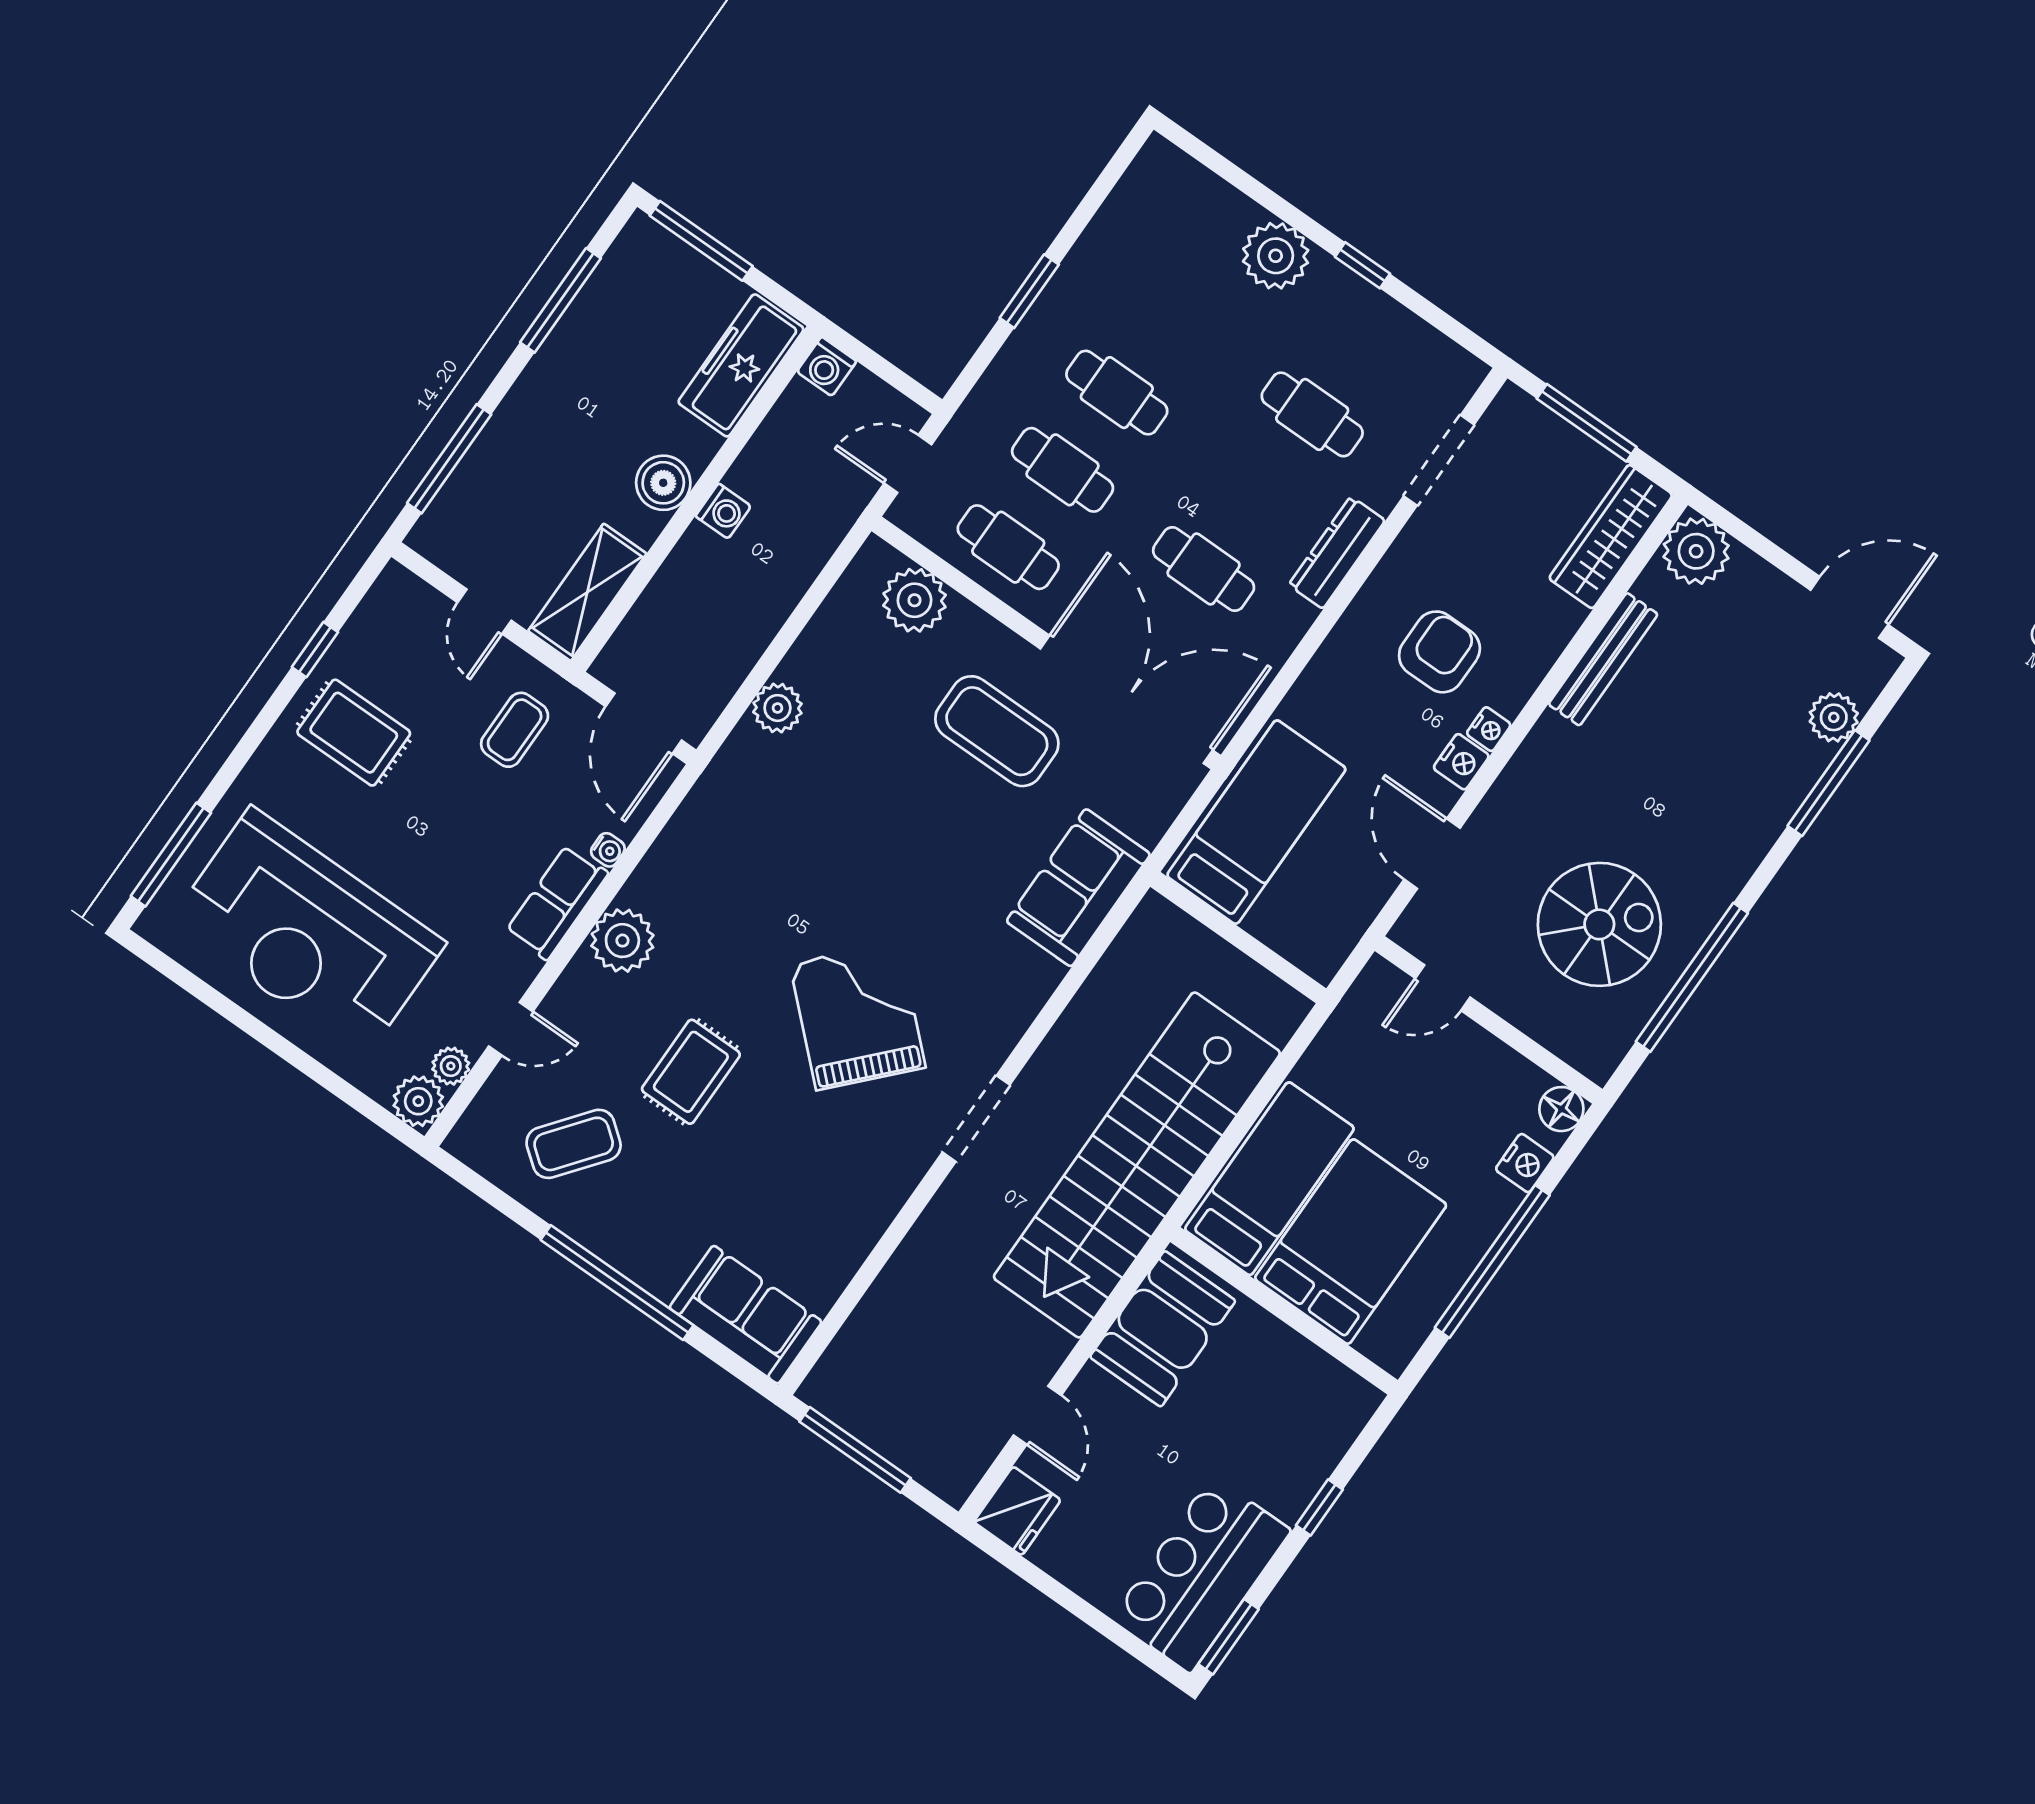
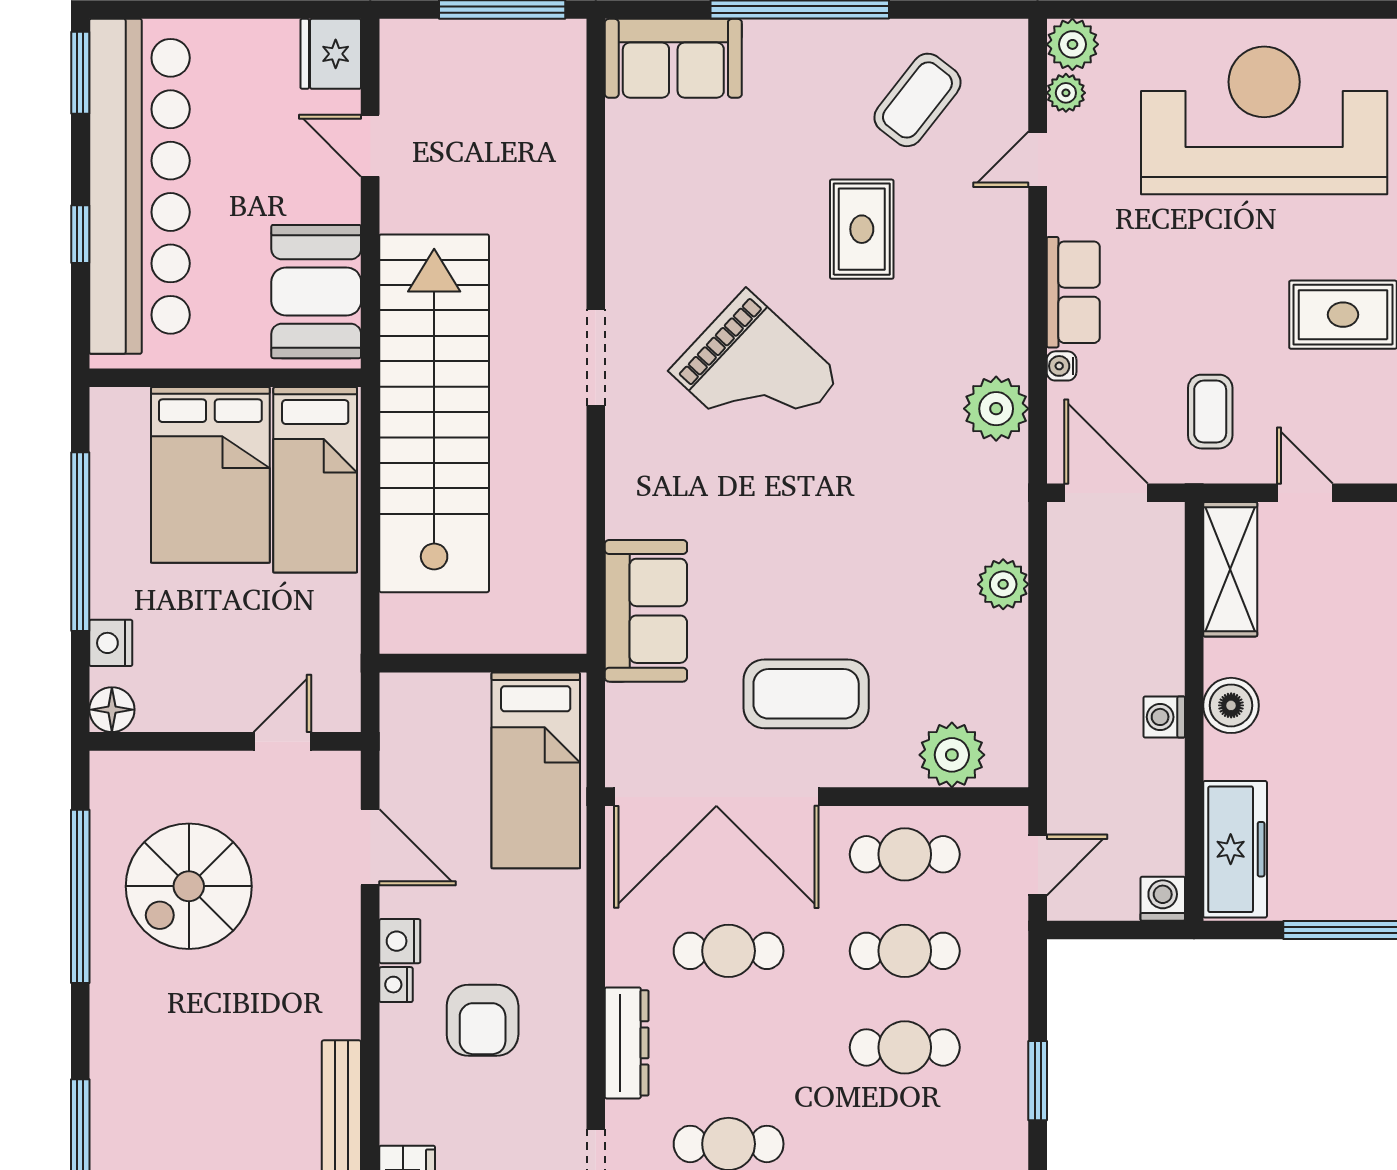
plant: (622, 941) -> (996, 409), moved
bar counter: (1201, 1574) -> (140, 186), width x1.86

